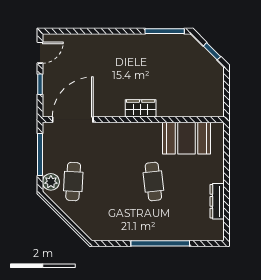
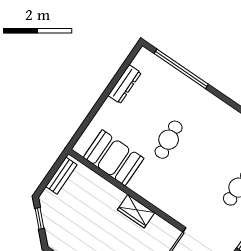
bench: (218, 96) -> (61, 176), added
window: (160, 243) -> (181, 69), moved

